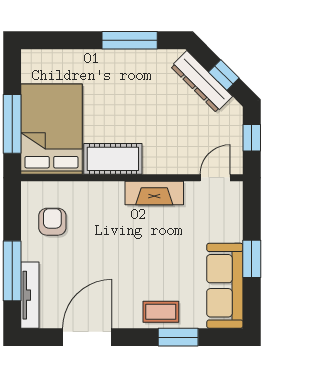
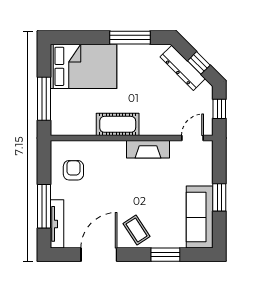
bed: (51, 129) -> (84, 66), moved, turned 90
coffee table: (161, 312) -> (137, 230), moved, turned 57

